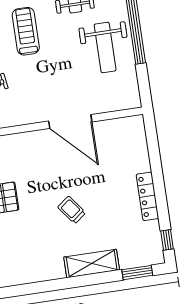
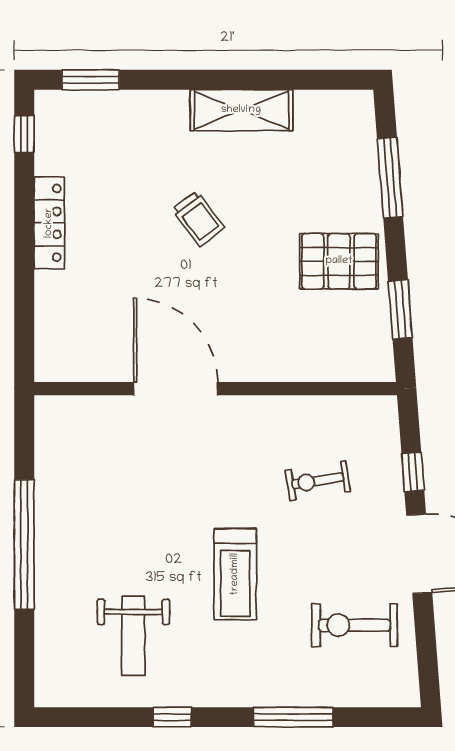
weight bench: (105, 47) -> (88, 521), removed
shelving: (92, 264) -> (241, 110), moved

